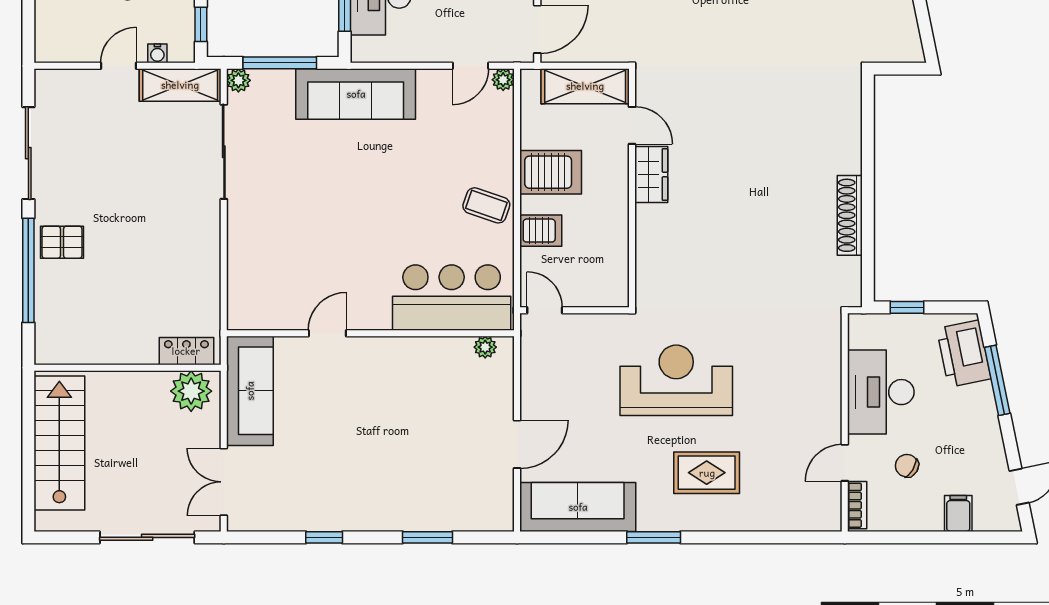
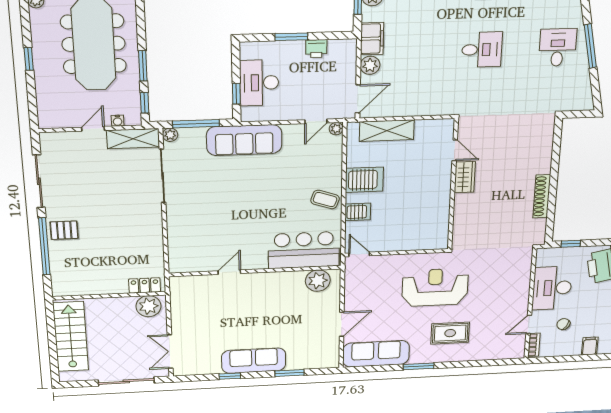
door: (632, 125) -> (455, 150), moved
wardrobe: (651, 174) -> (465, 177), moved
wall: (632, 188) -> (453, 185), moved
plant: (485, 347) -> (318, 281), width x1.88, depth x1.88
sofa: (250, 391) -> (254, 361), moved, turned -90

